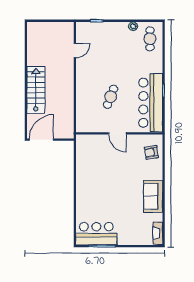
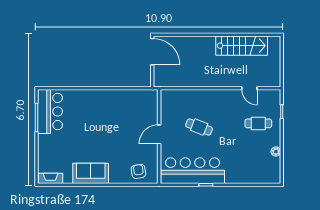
cafe table: (150, 39) -> (258, 123), moved
stairs: (36, 90) -> (242, 46), moved

